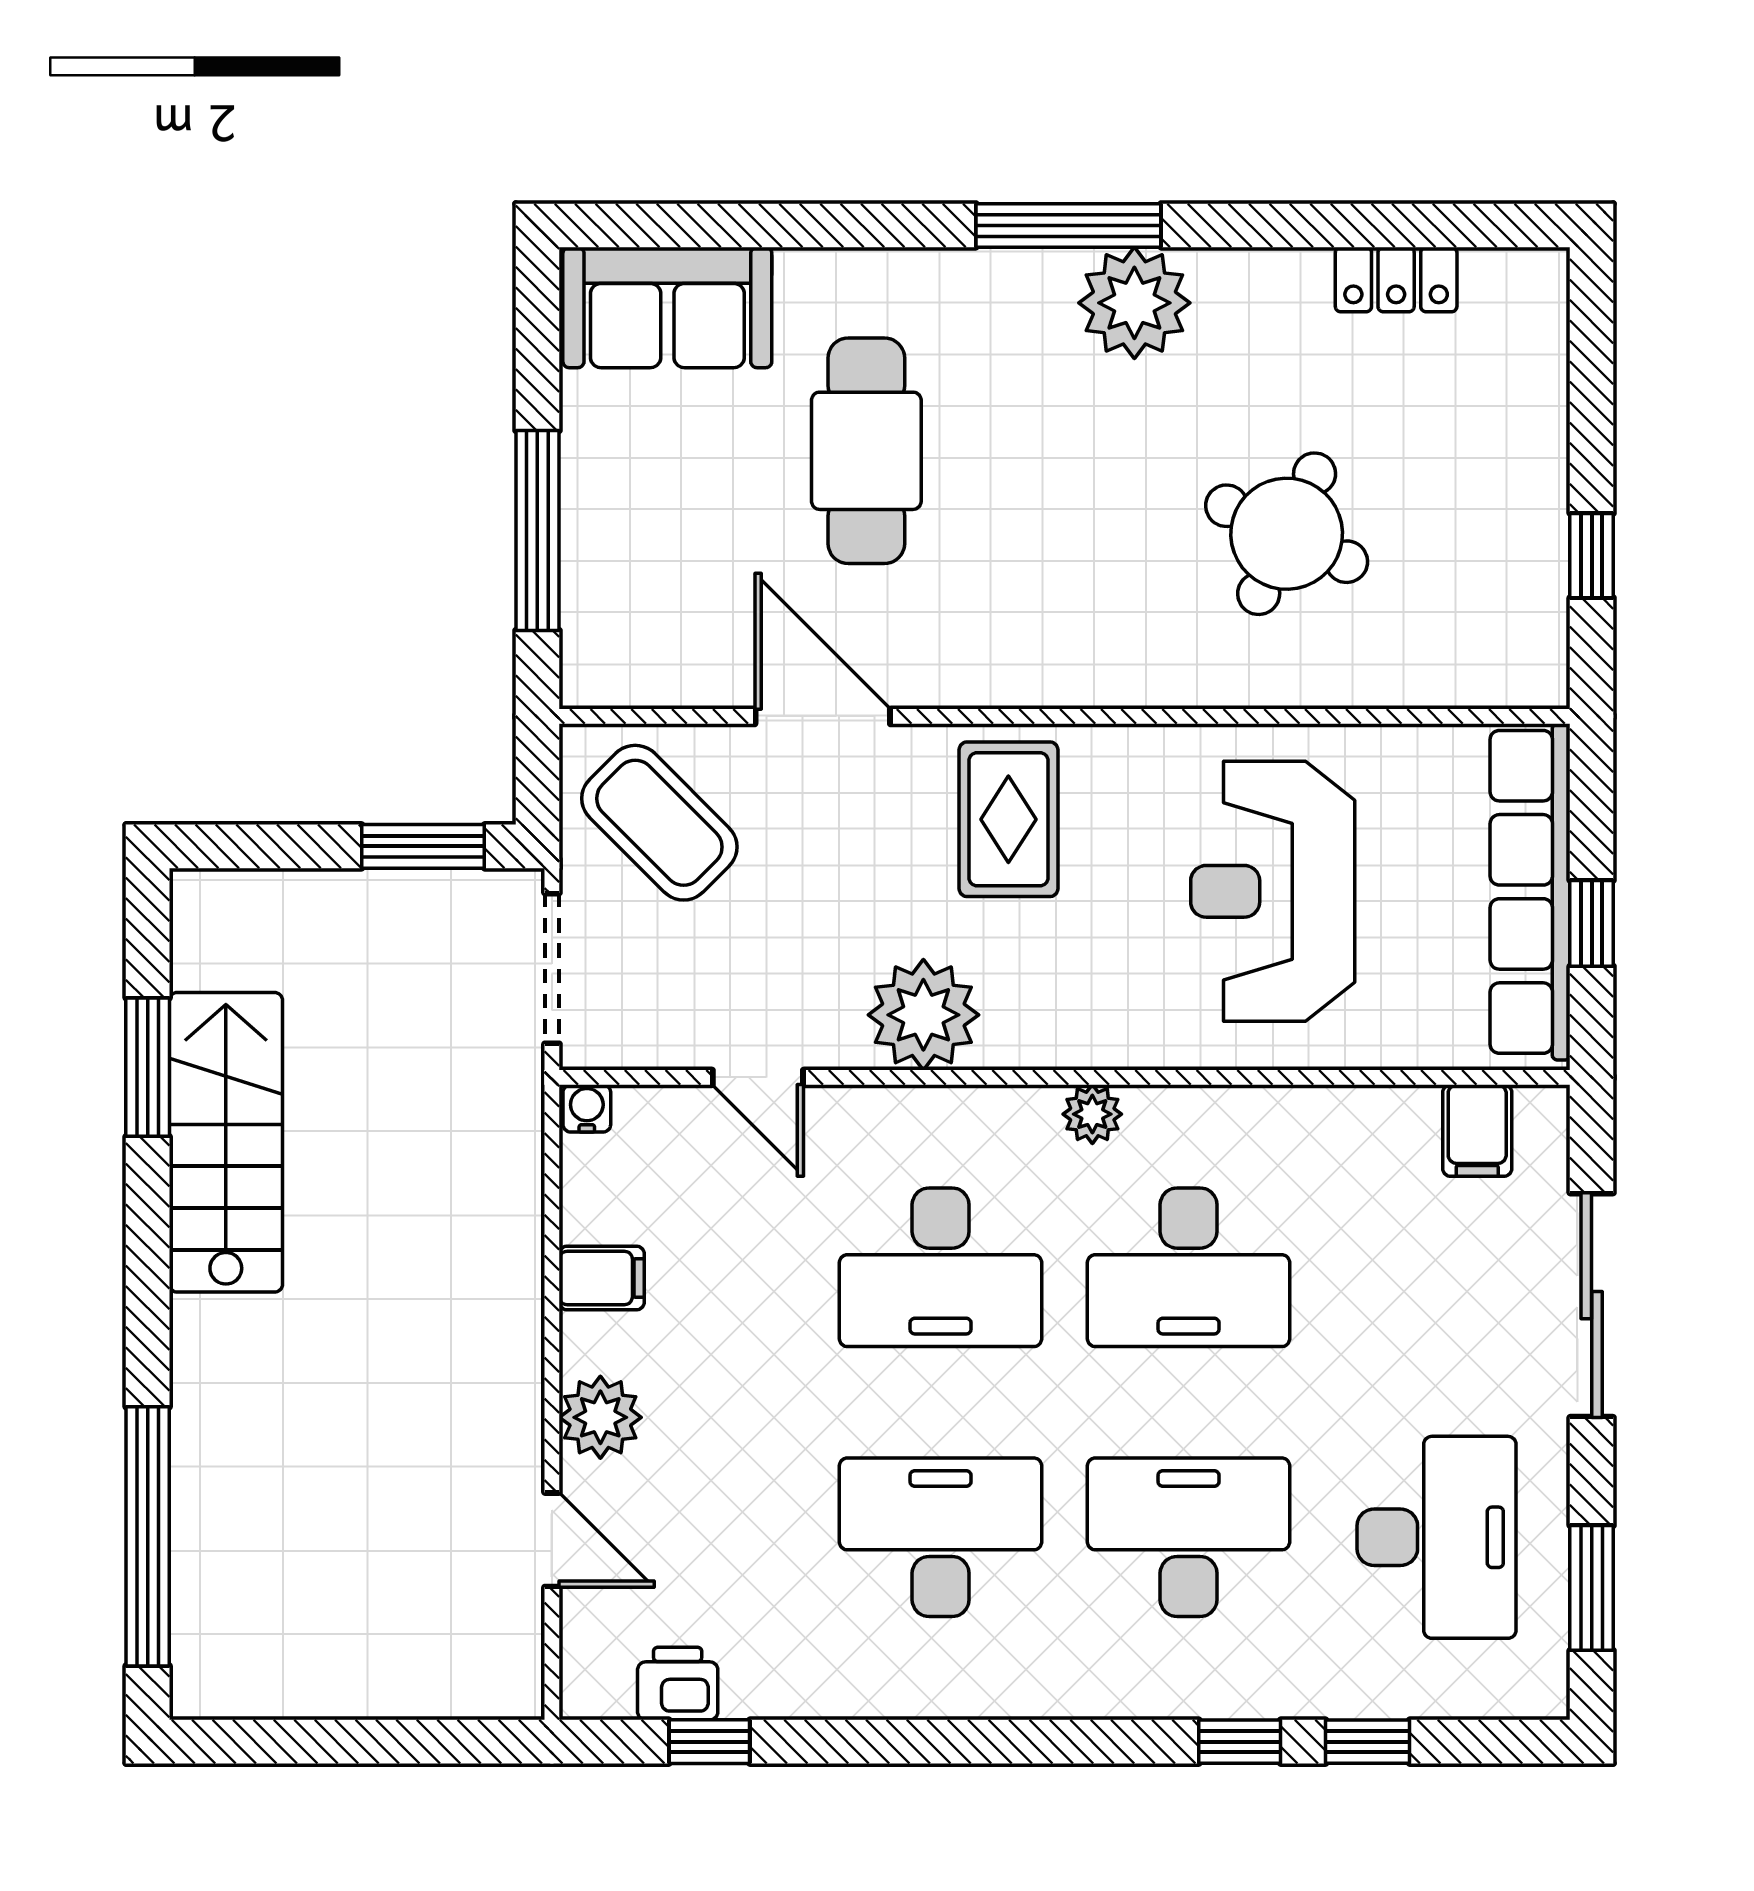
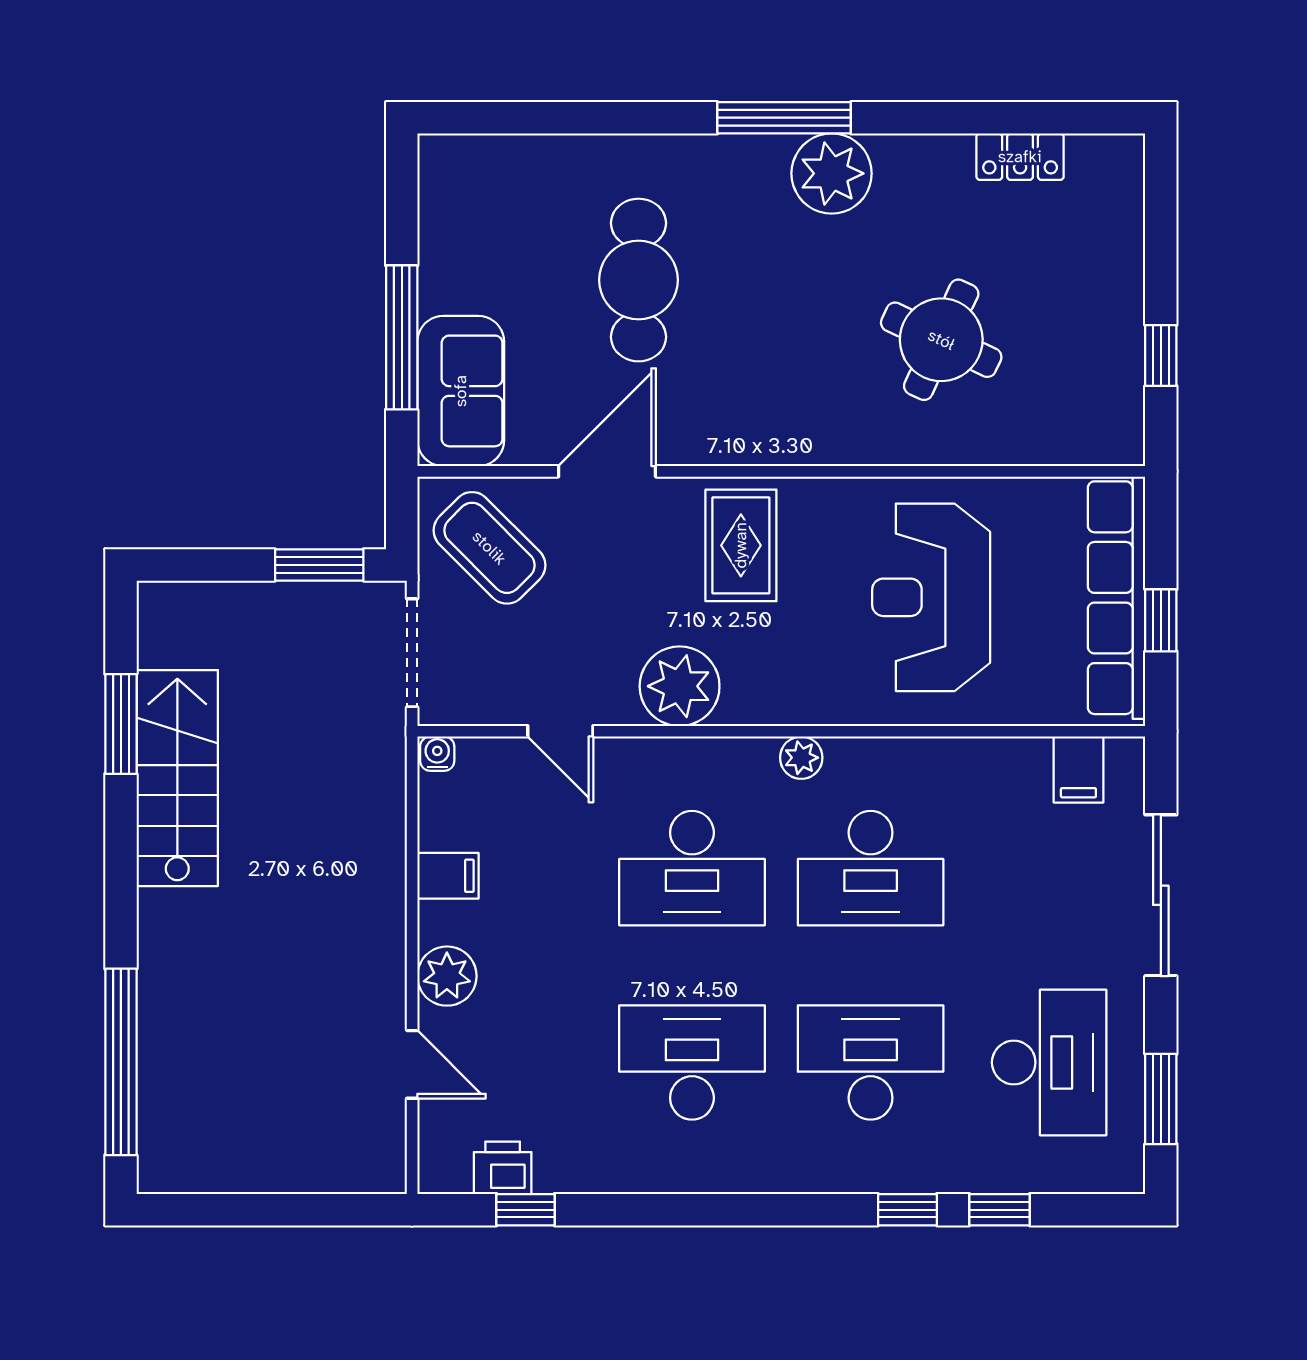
sofa: (667, 307) -> (461, 391), moved, turned -90
door: (823, 716) -> (607, 471), hinge flipped

